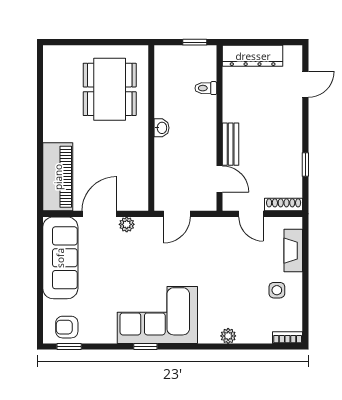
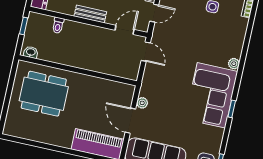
washbasin: (162, 128) -> (31, 52), moved
bench: (231, 144) -> (90, 14), moved
door: (177, 214) -> (146, 52), moved
plant: (228, 336) -> (234, 64), moved

